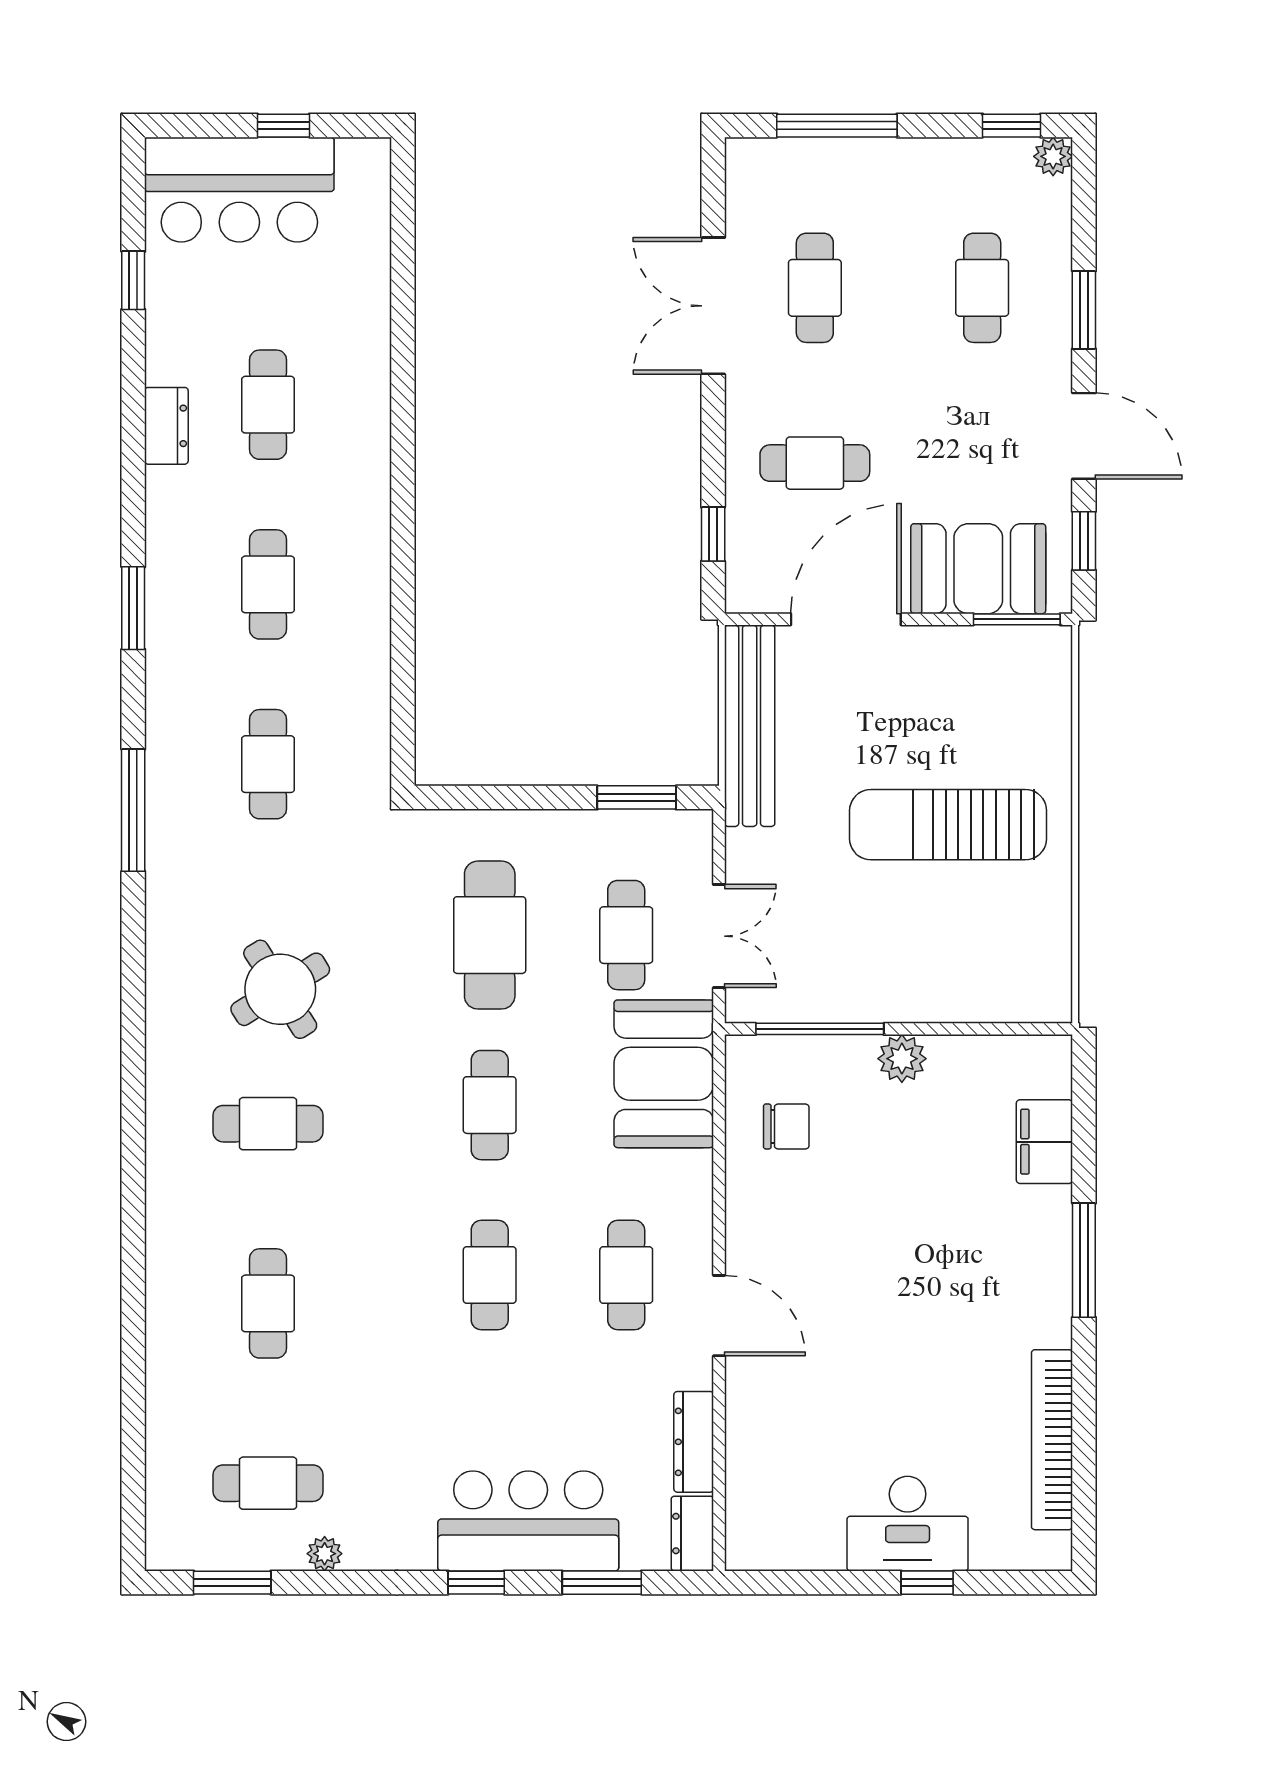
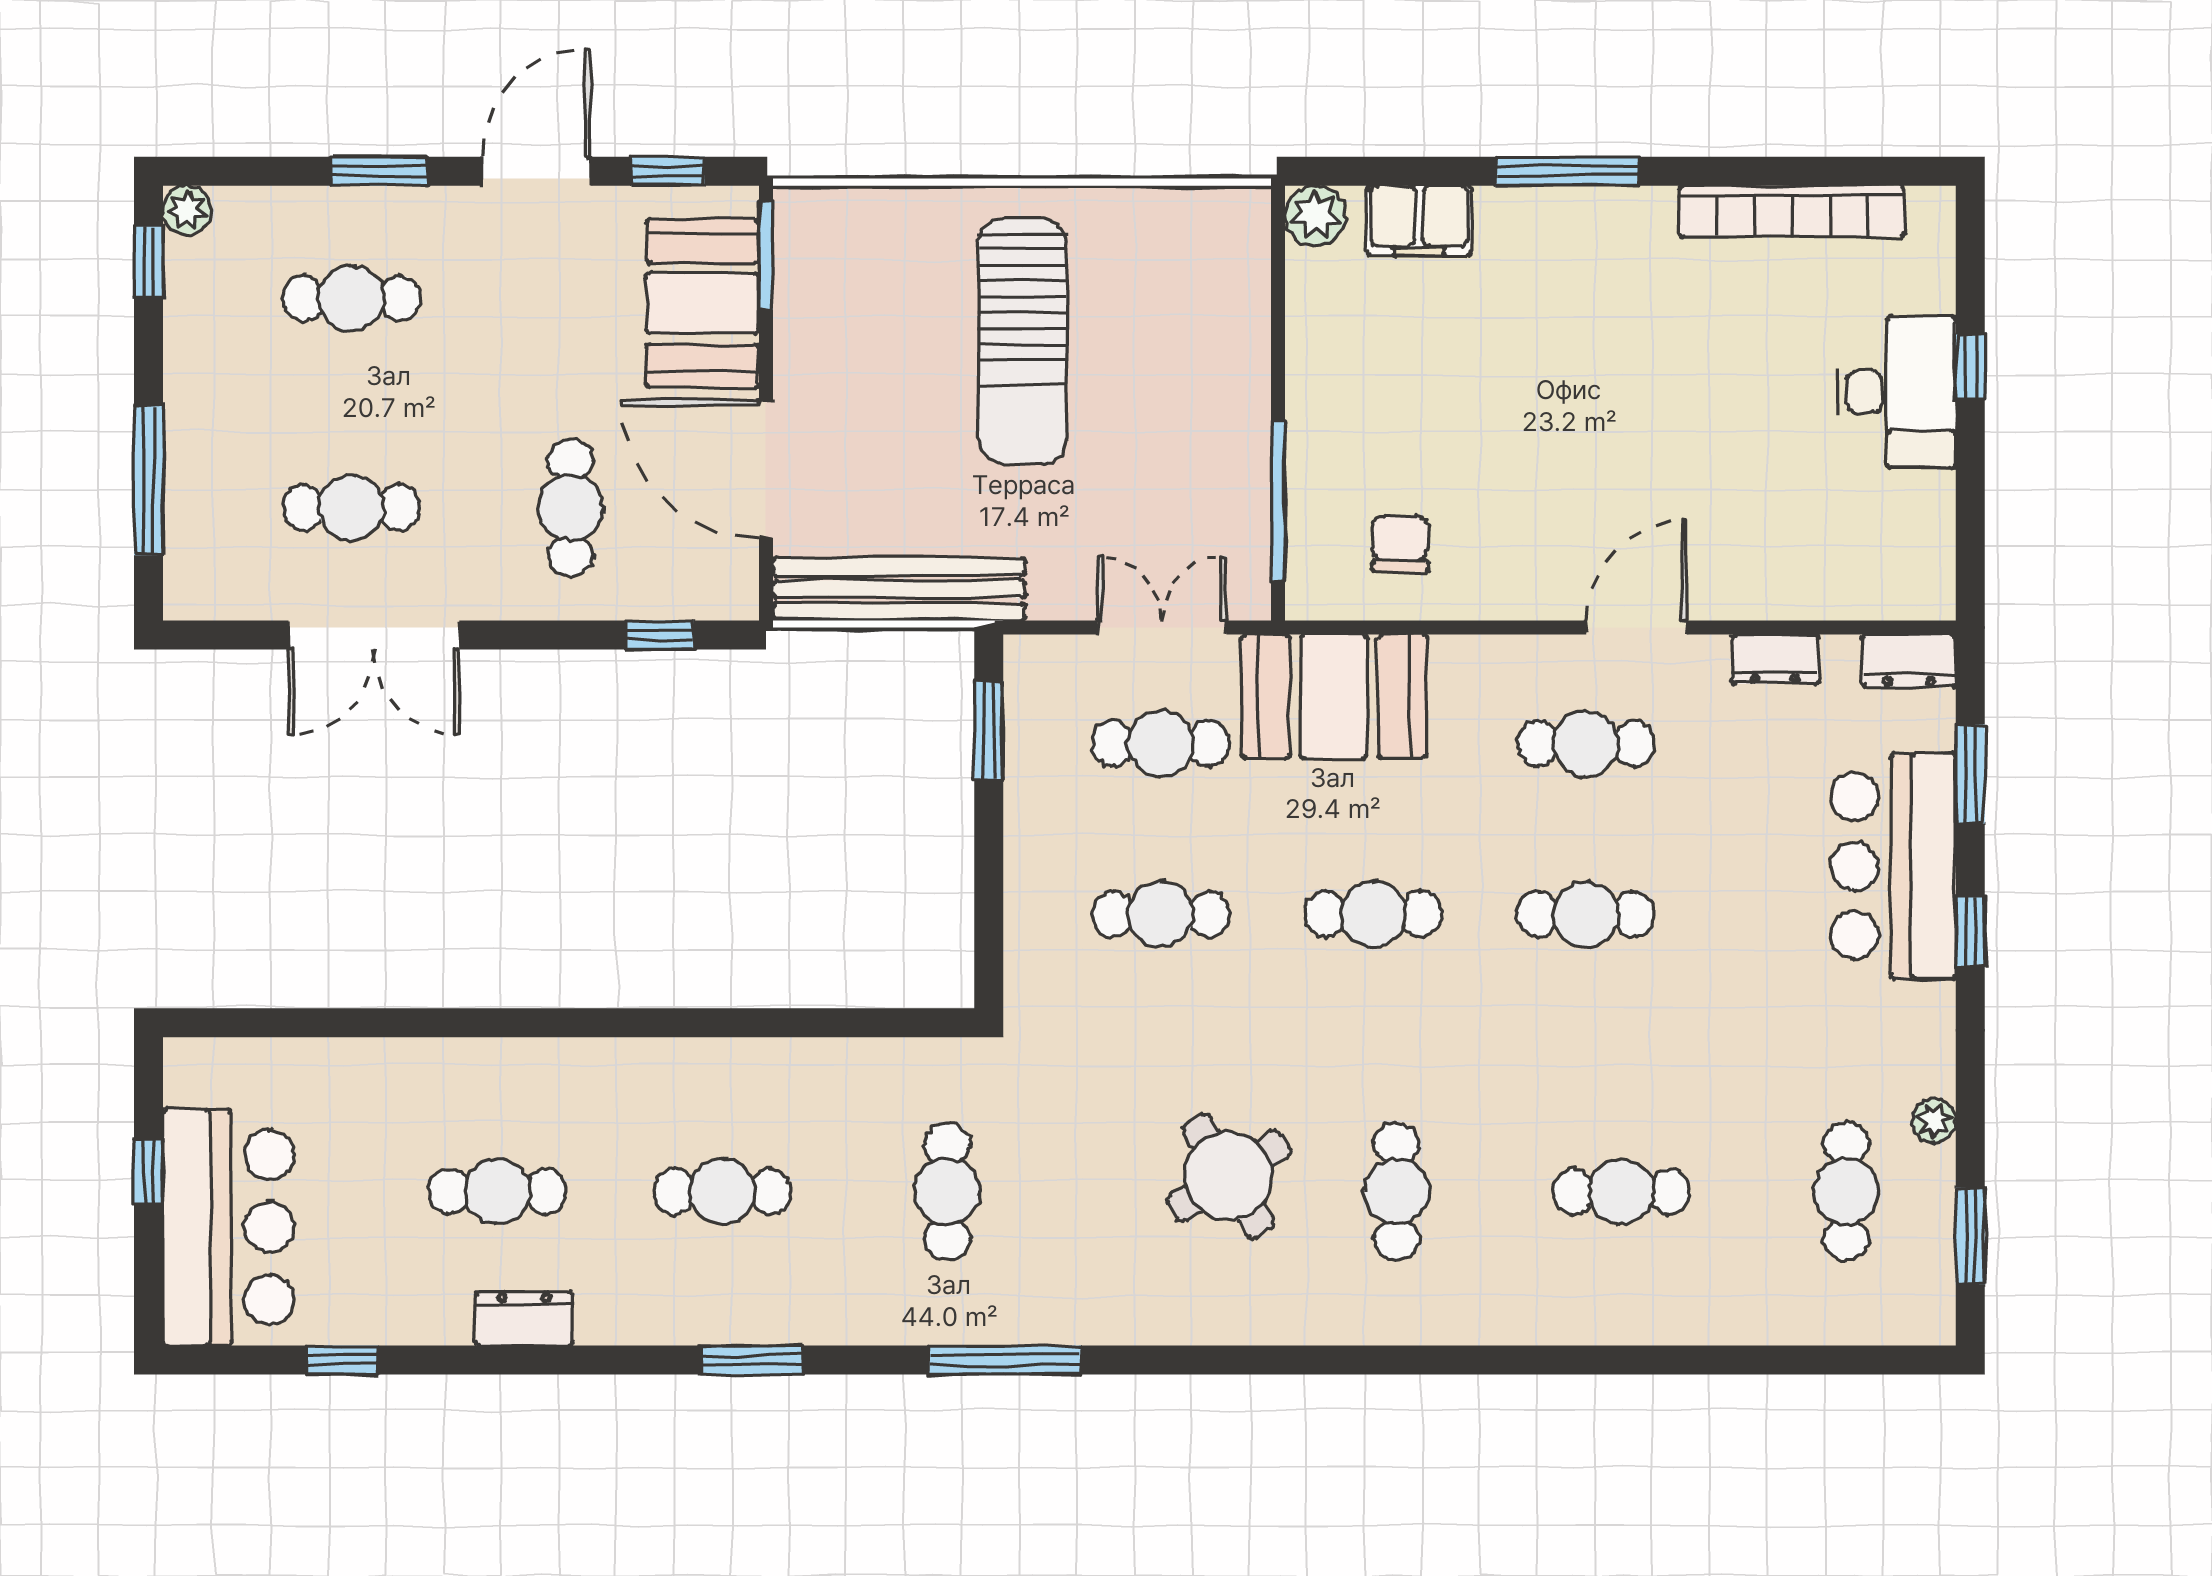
cafe table: (268, 764) -> (947, 1191), turned 90
cafe table: (490, 935) -> (1161, 914), width x0.73, depth x0.74
plant: (902, 1059) -> (1315, 216), moved
dresser: (694, 1442) -> (1775, 659), width x0.70

